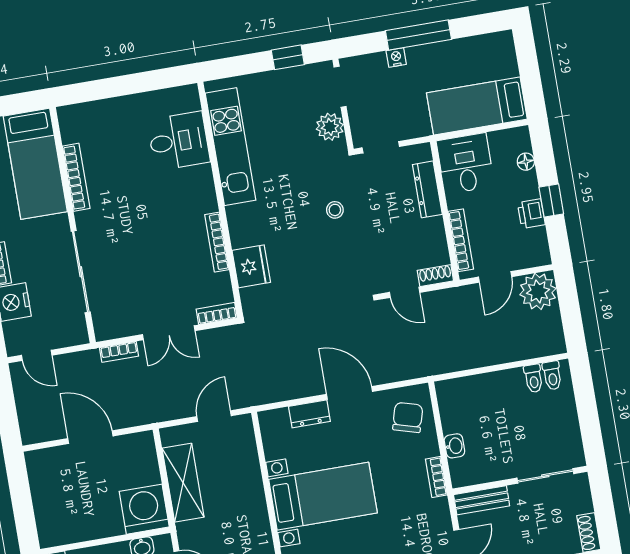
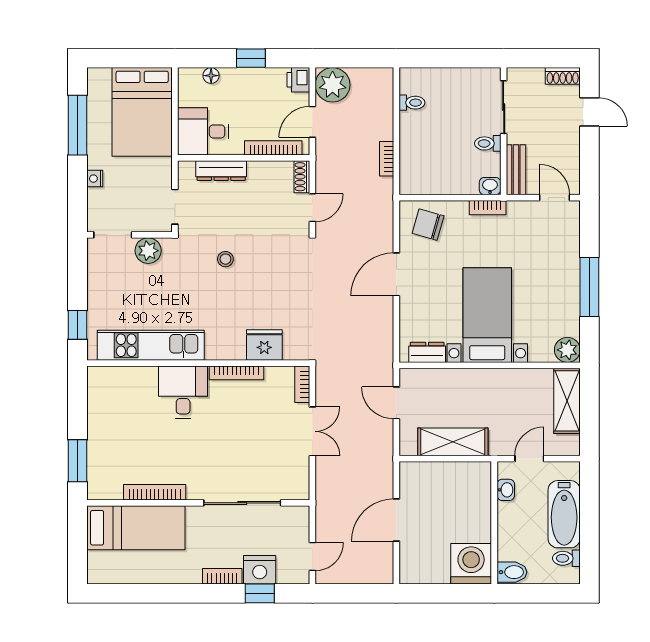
window: (418, 35) -> (77, 125), moved
window: (288, 57) -> (77, 325), moved
window: (95, 90) -> (77, 461), added
bed: (477, 106) -> (142, 112), width x1.50
desk: (179, 141) -> (183, 392), moved
printer: (531, 214) -> (298, 80), moved, turned 90
door: (495, 277) -> (312, 122), swing flipped
bookcase: (119, 352) -> (387, 159), moved, turned 180
toilet: (552, 375) -> (488, 143), moved, turned 180
dresser: (309, 414) -> (427, 352), moved, turned -90
washbasin: (454, 446) -> (490, 186), moved
washing machine: (144, 509) -> (471, 564), moved, turned 90

